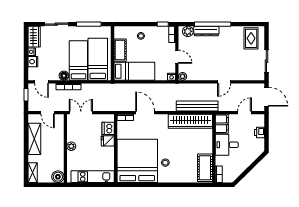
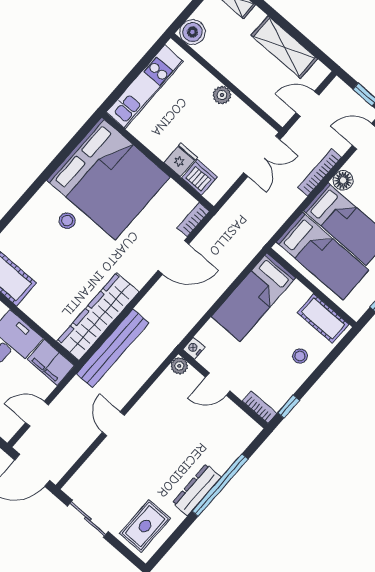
plant: (188, 31) -> (243, 436), removed
dresser: (206, 31) -> (197, 490), moved
rug: (251, 38) -> (145, 526), turned 90
cot: (120, 50) -> (323, 318), moved
door: (245, 113) -> (37, 414), swing flipped

